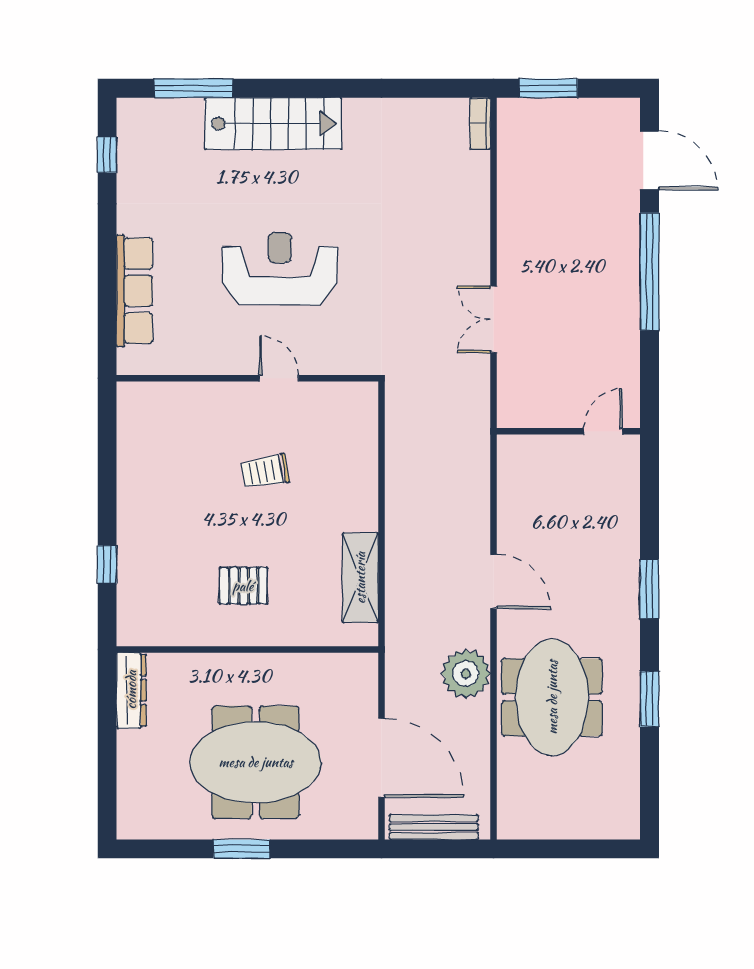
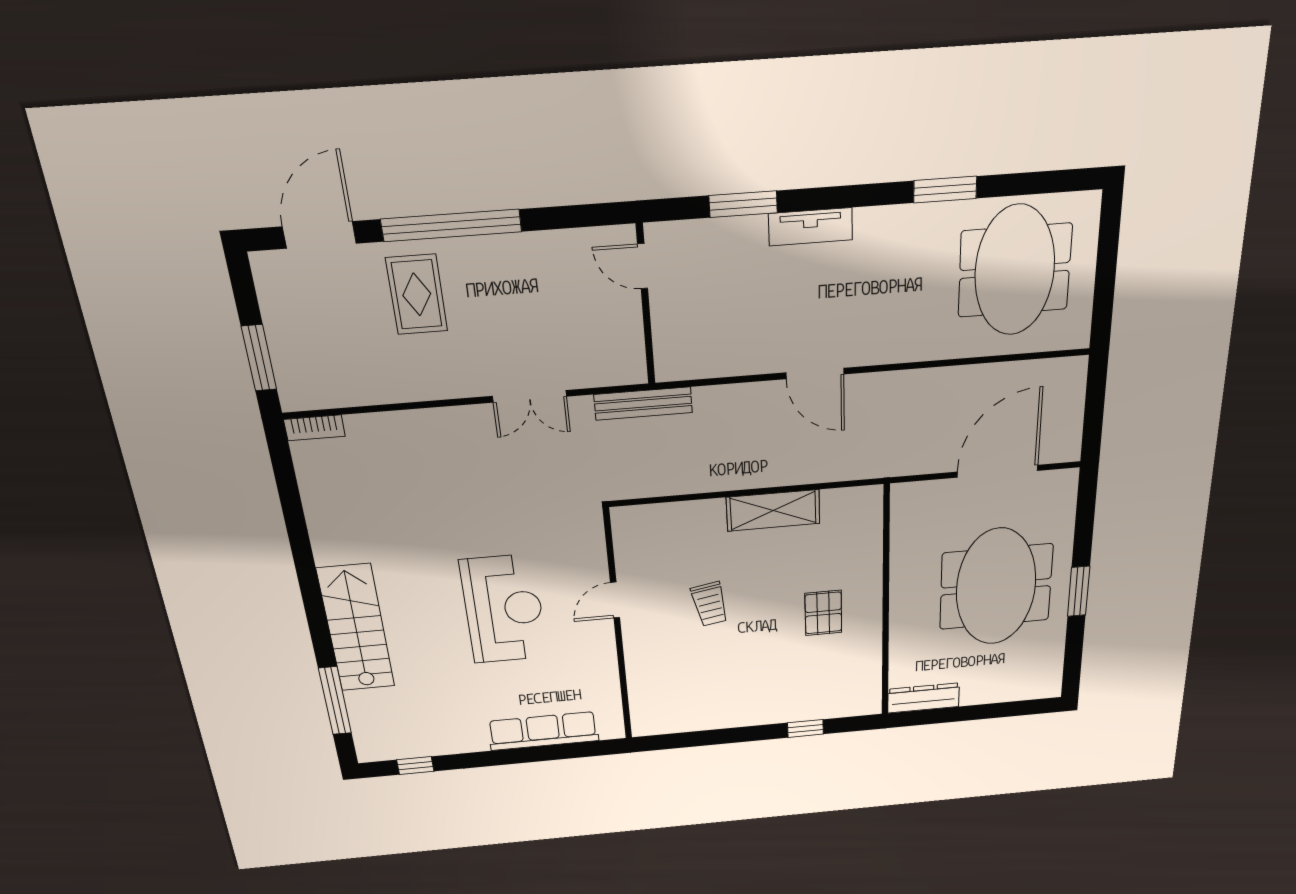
rug: (593, 233) -> (417, 295), added
reception desk: (280, 269) -> (504, 609), turned 180
shelving: (360, 578) -> (773, 510), moved
tv unit: (626, 580) -> (811, 227), added
door: (494, 582) -> (815, 373), swing flipped
window: (649, 589) -> (743, 204), moved
plant: (466, 674) -> (913, 394), removed
meeting table: (552, 697) -> (1015, 270), moved, turned 90
bench: (434, 827) -> (643, 404), moved, turned 90

